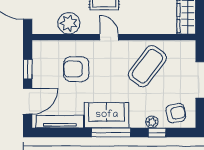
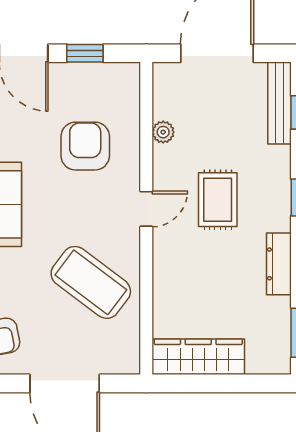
plant: (69, 23) -> (163, 132), width x0.53, depth x0.53

